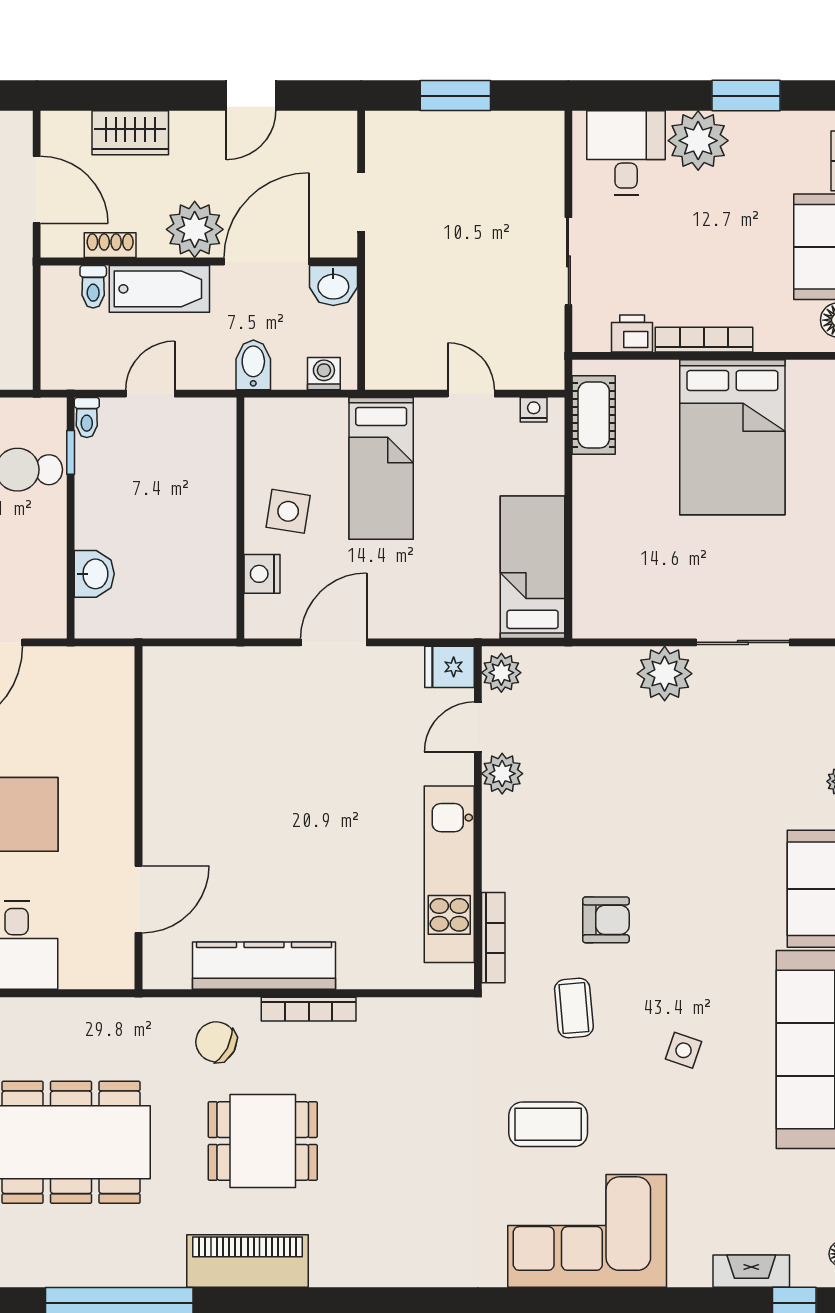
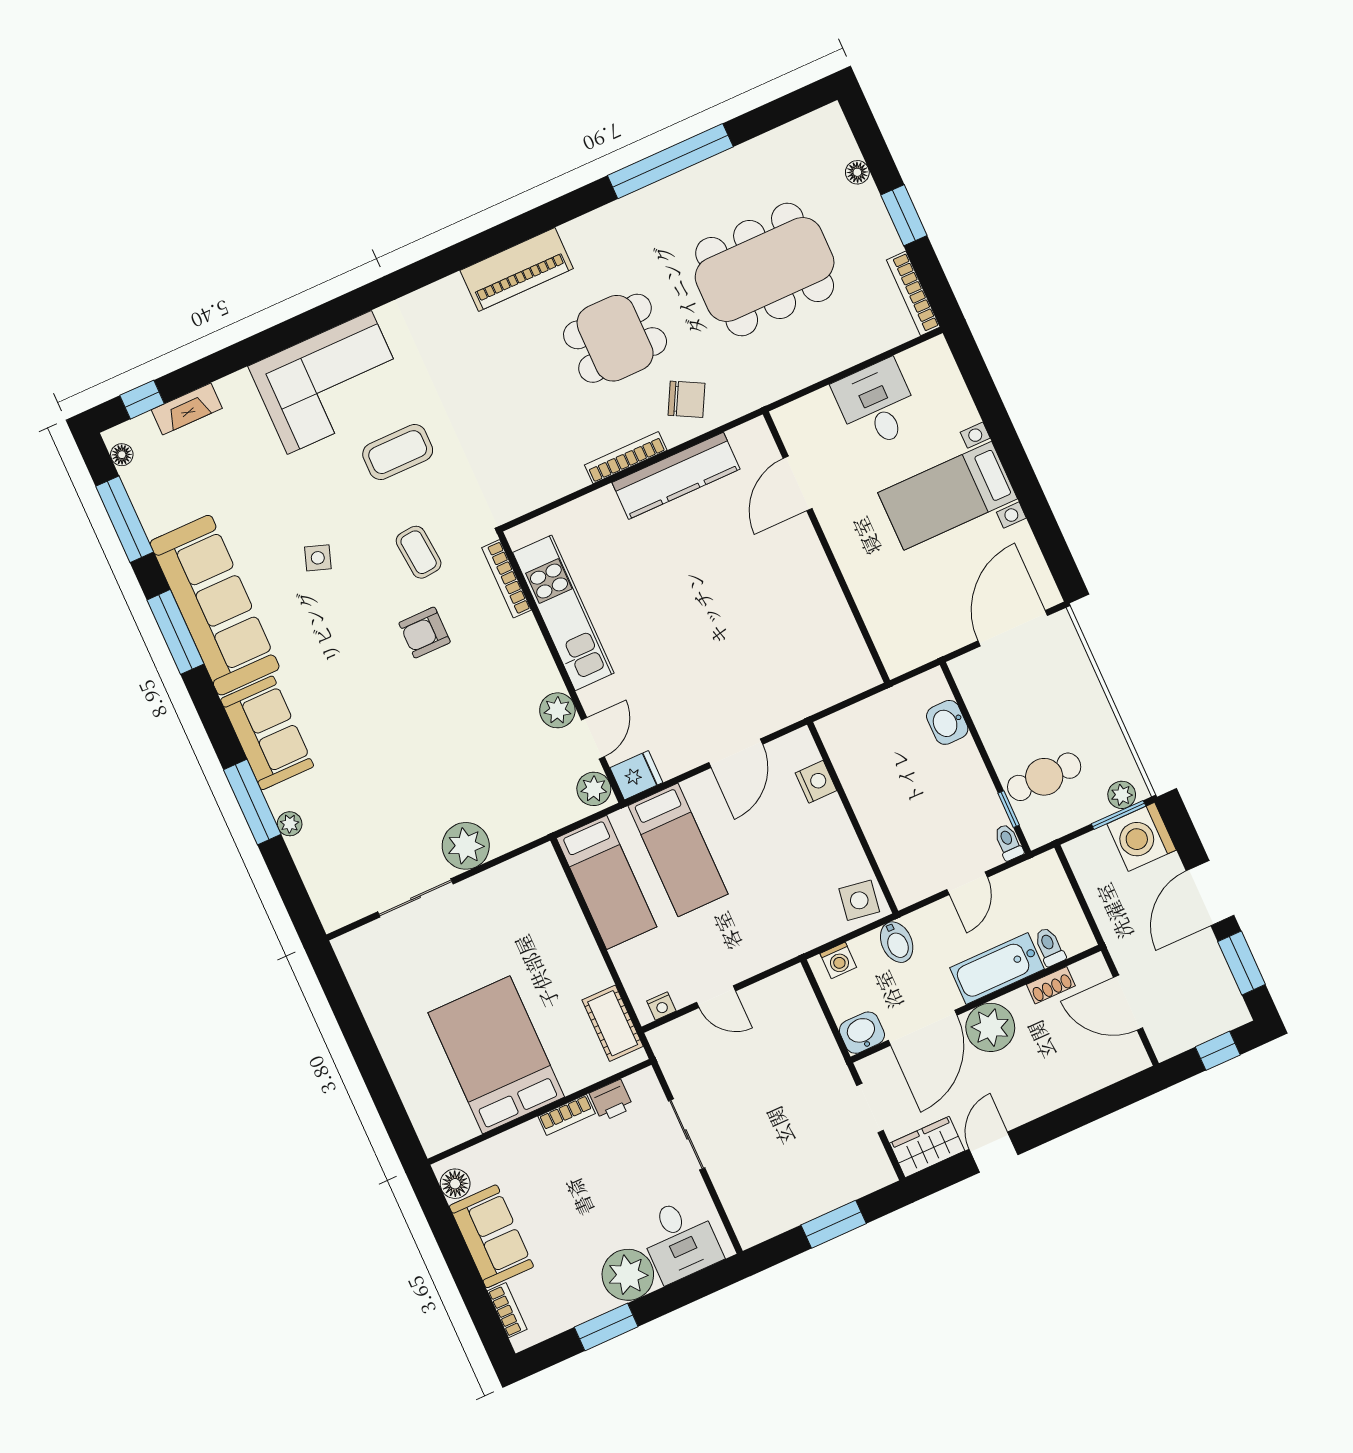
wardrobe: (130, 133) -> (927, 1147), moved
bookcase: (704, 340) -> (567, 1115), width x0.64
bed: (381, 468) -> (678, 850), moved, turned 180
side table: (288, 511) -> (859, 900), moved
piano: (248, 1261) -> (517, 270), moved

